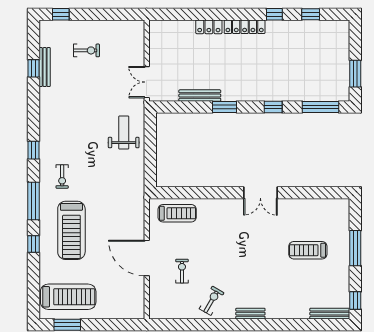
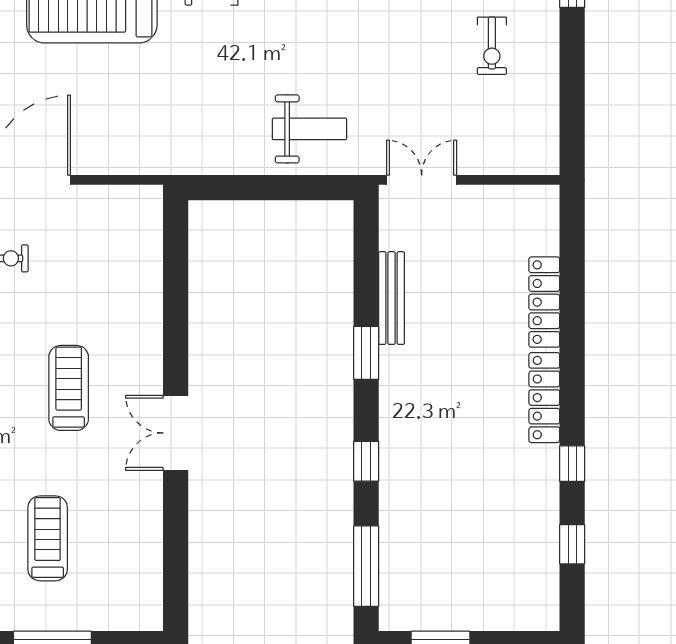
locker: (209, 27) -> (544, 302), width x1.53
treadmill: (177, 213) -> (69, 388), moved, turned 180

